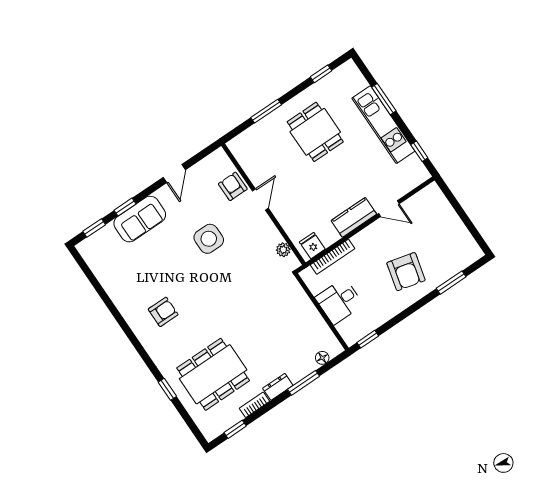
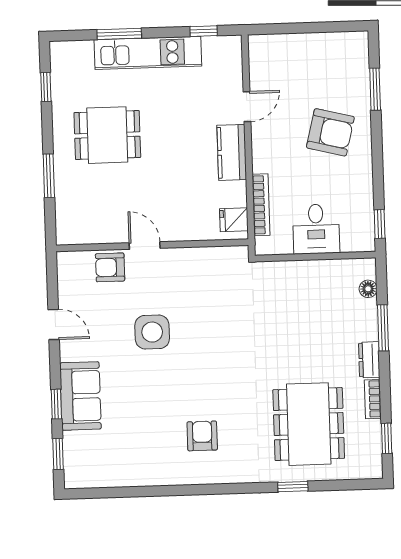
plant: (283, 250) -> (218, 256), removed

